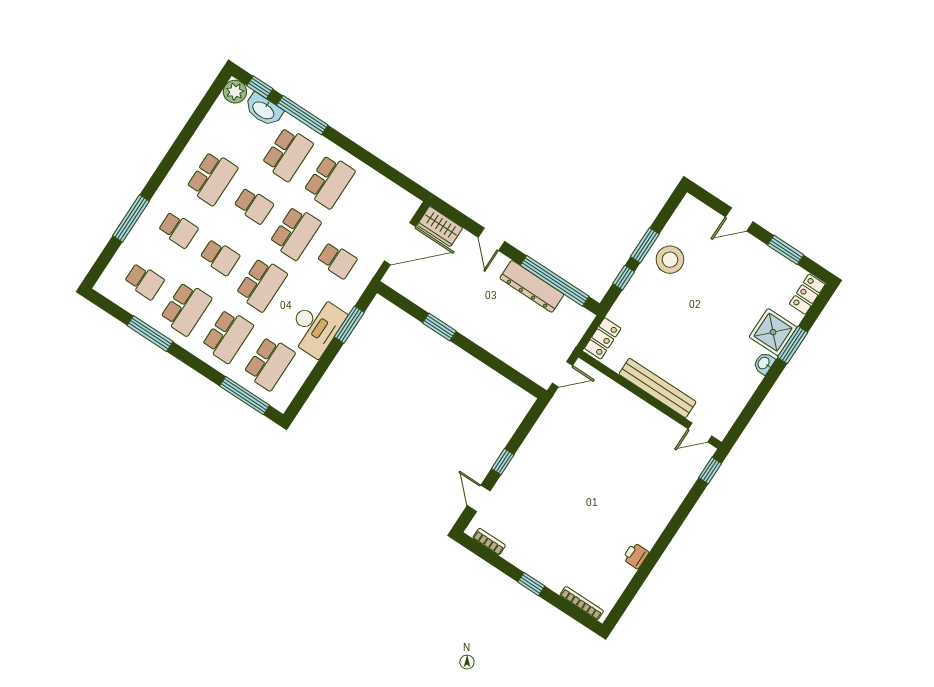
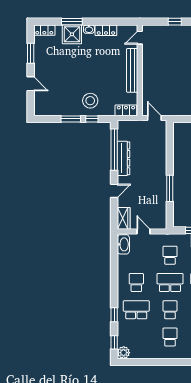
washbasin: (264, 110) -> (123, 244), moved
window: (302, 115) -> (114, 315), width x0.46
school desk: (212, 178) -> (170, 337), width x0.54
school desk: (329, 181) -> (136, 283), width x0.54
door: (400, 244) -> (144, 231), width x0.53
stool: (670, 260) -> (90, 101), moved
window: (439, 327) -> (170, 188), width x1.44
locker: (745, 388) -> (106, 30), added
door: (700, 432) -> (140, 38), swing flipped
window: (710, 470) -> (175, 22), moved

